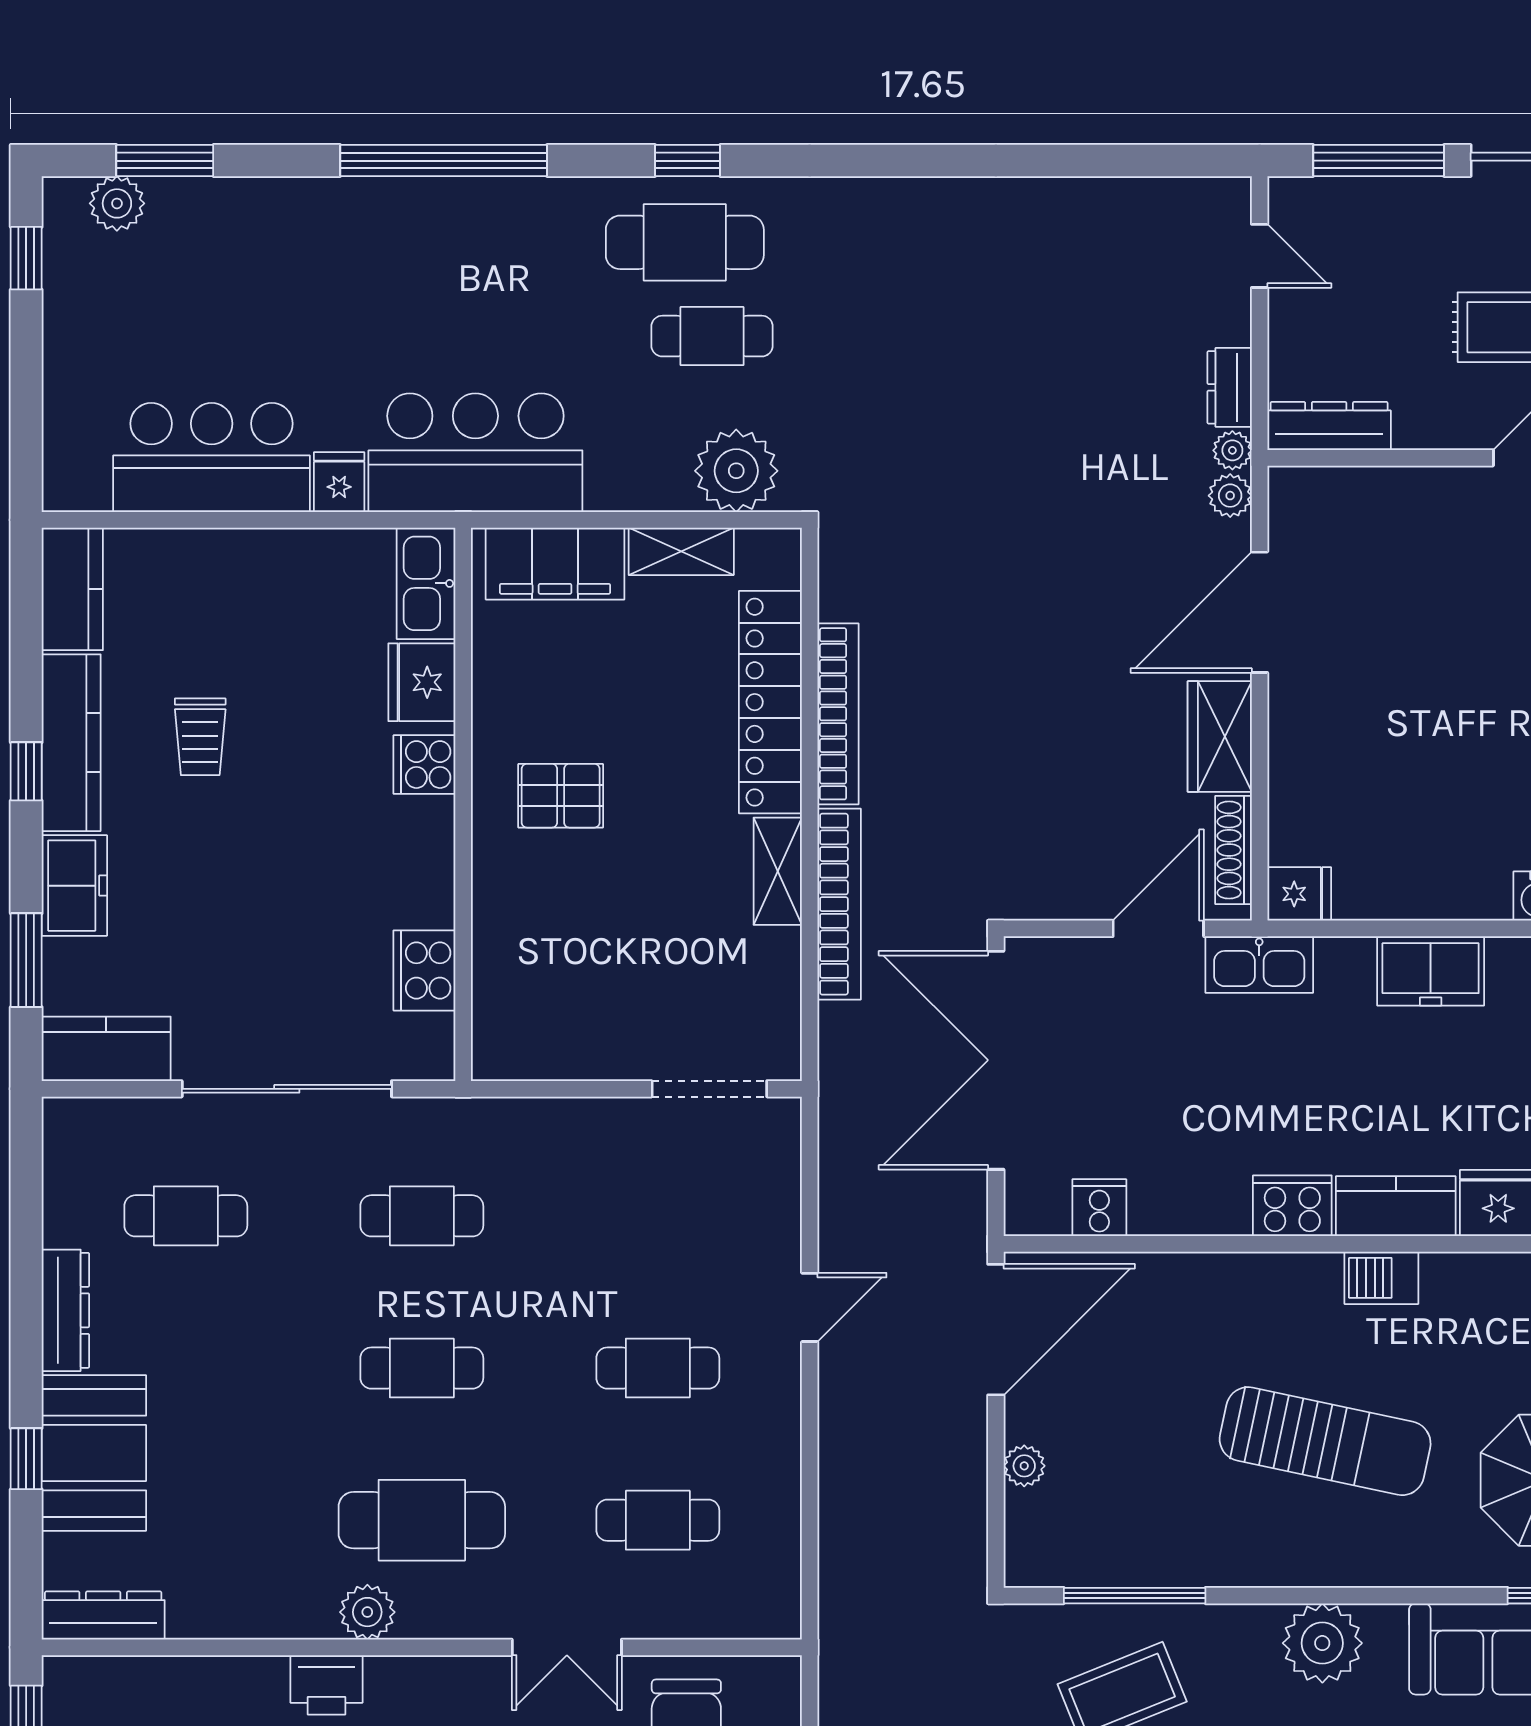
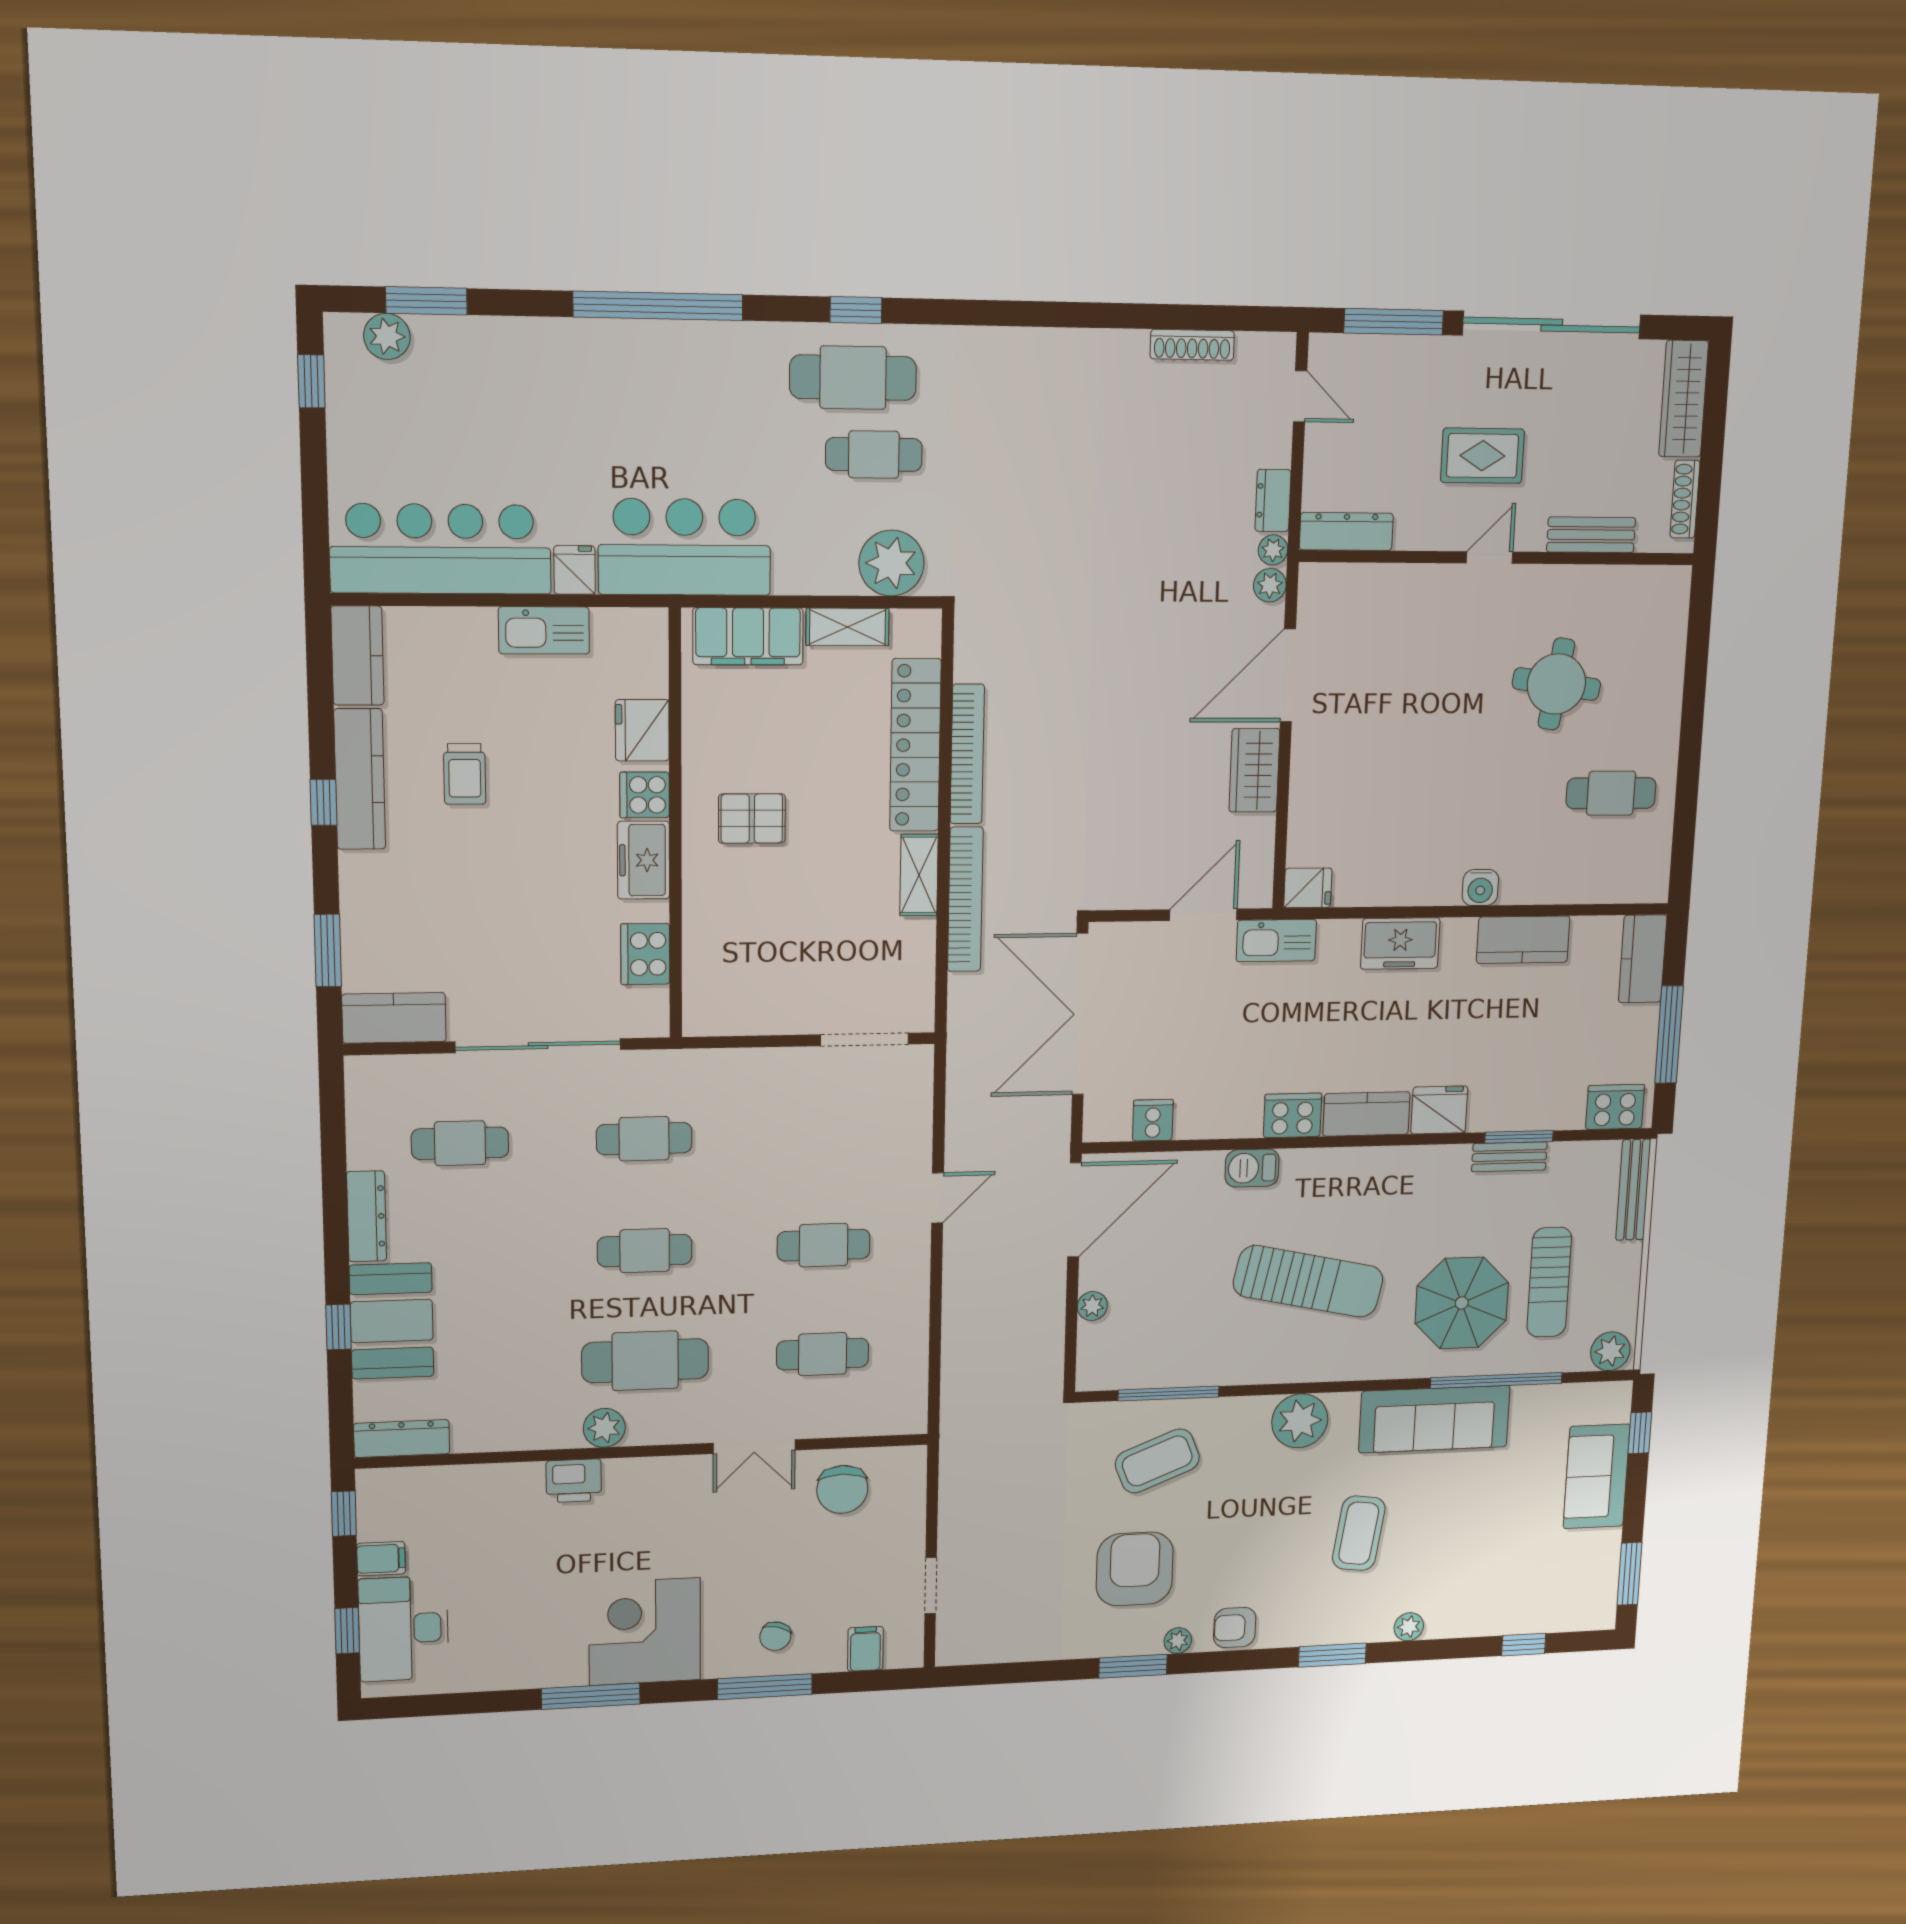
bar counter: (212, 458) -> (440, 549), width x1.36
kitchen sink: (426, 583) -> (544, 630), moved, turned -90
shoe rack: (1233, 850) -> (1192, 345), moved, turned -90
freezer: (74, 886) -> (644, 860), moved, turned 180
barbecue: (1381, 1278) -> (1252, 1168), moved

